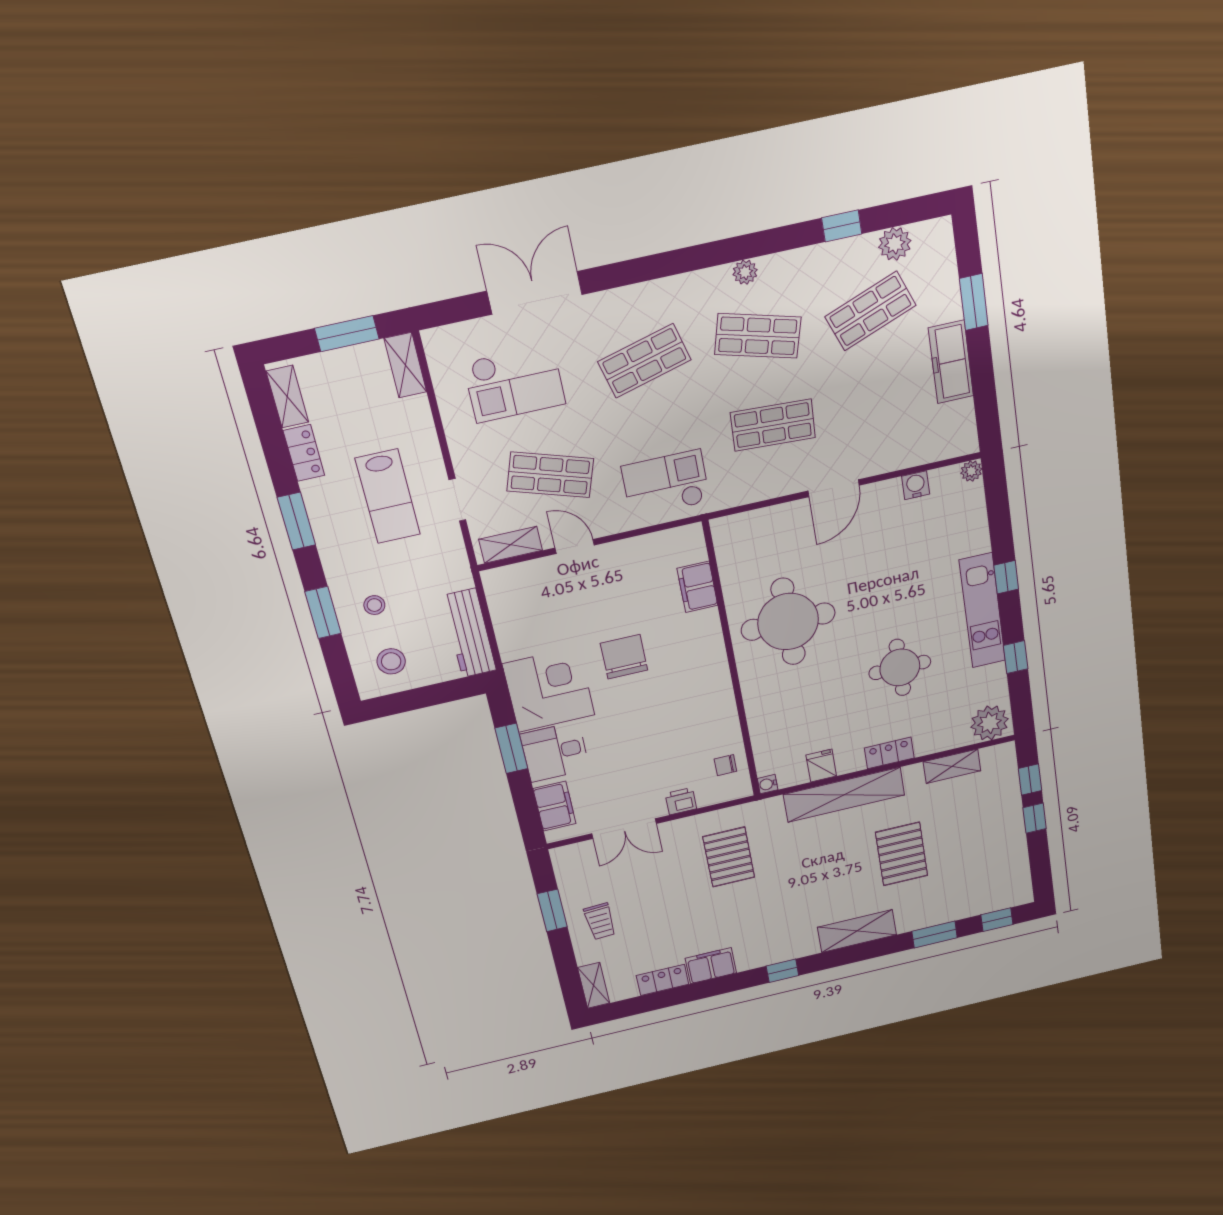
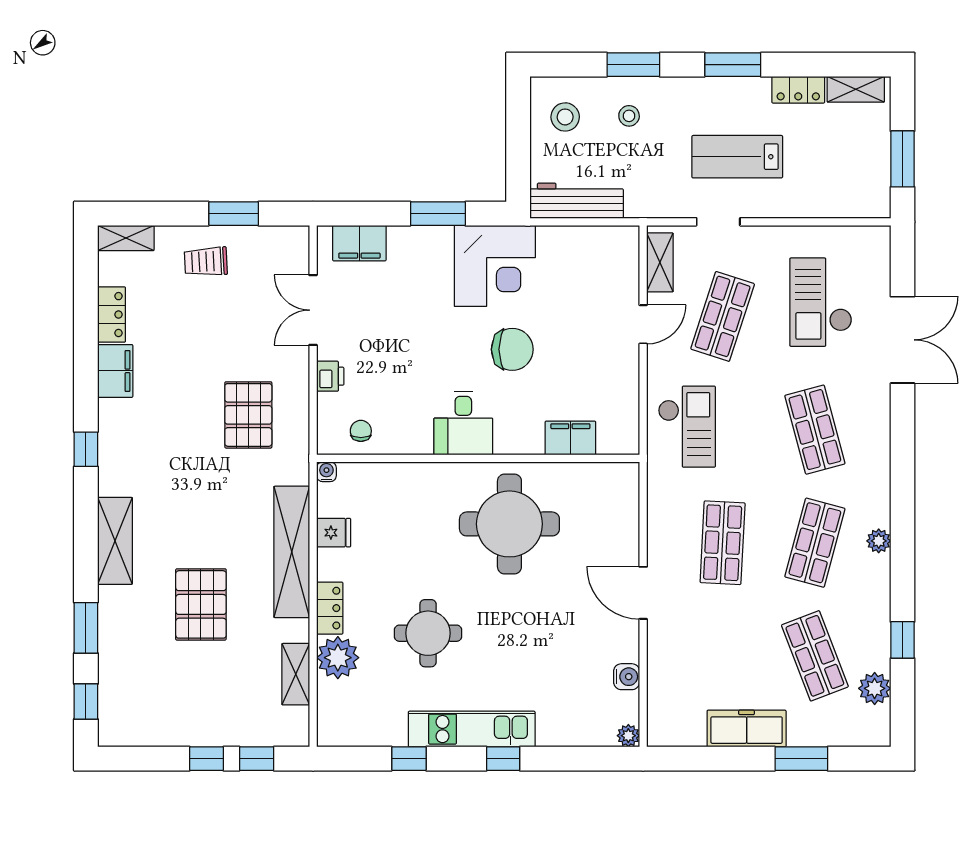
shelving: (405, 365) -> (861, 205), removed
plant: (990, 723) -> (338, 658), moved
desk: (555, 752) -> (463, 423), moved, turned 180
pallet: (902, 854) -> (201, 604), turned 90
pallet: (729, 857) -> (248, 415), turned 90

